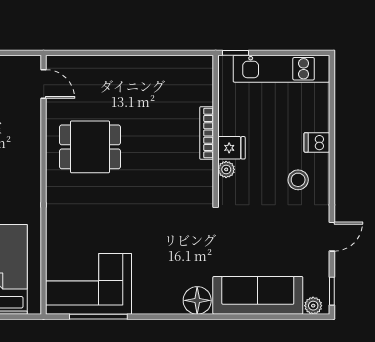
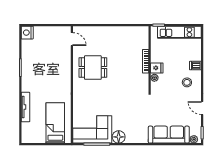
door: (332, 237) -> (202, 108), swing flipped
floor lamp: (197, 300) -> (119, 137), moved

